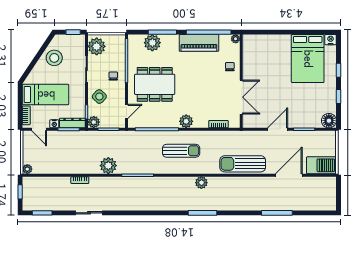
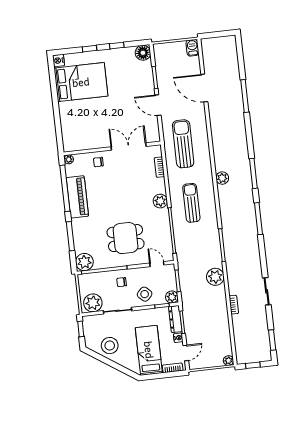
plant: (152, 43) -> (84, 262), moved
dining table: (155, 84) -> (126, 238), width x0.73
sun lounger: (243, 164) -> (183, 144), moved, turned 180
barbecue: (321, 165) -> (192, 48), width x0.53, depth x0.65
window: (159, 213) -> (259, 219), added

